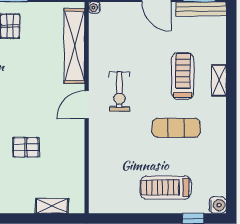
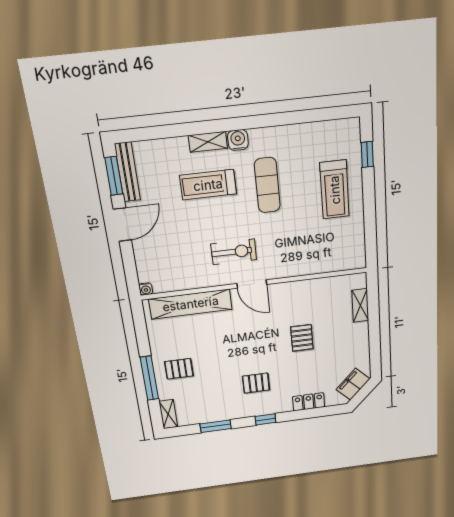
water cooler: (218, 205) -> (238, 140), moved

